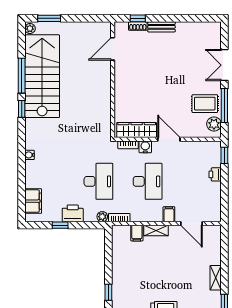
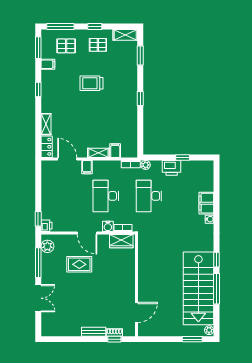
rug: (205, 104) -> (79, 264), moved
wardrobe: (137, 130) -> (121, 241), width x0.67
printer: (215, 174) -> (46, 226), moved
filing cabinet: (33, 201) -> (206, 203), moved
locker: (215, 237) -> (47, 147), added
shelving: (216, 278) -> (46, 124), moved

